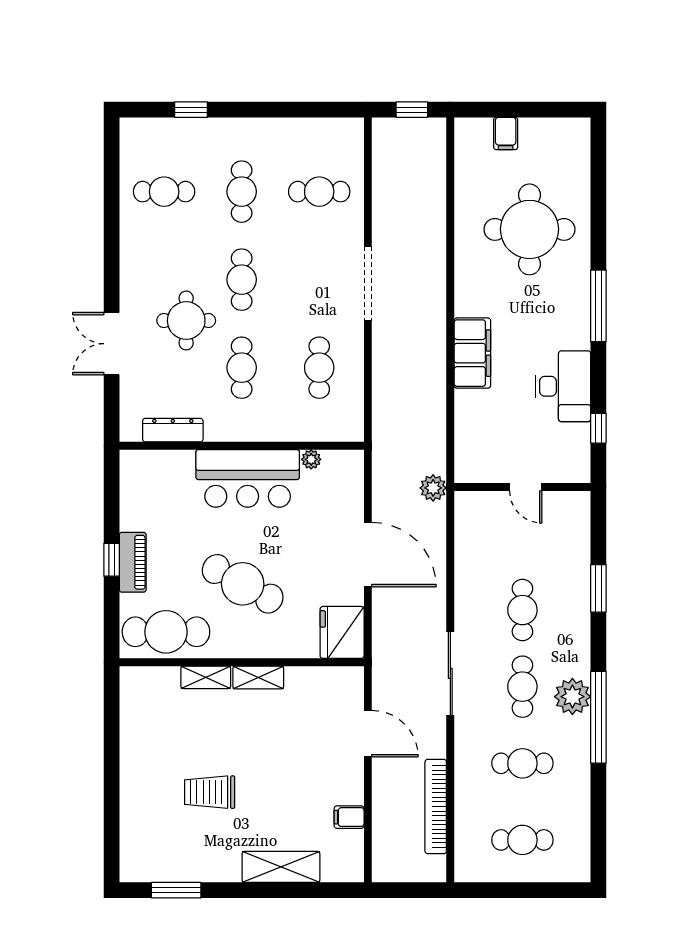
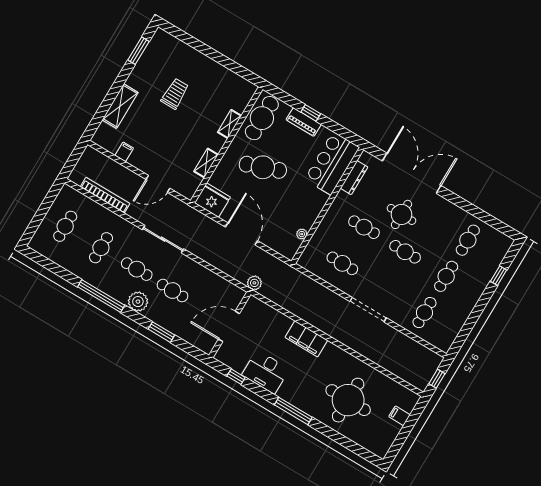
cafe table: (242, 192) -> (446, 276), turned 90
double door: (112, 344) -> (412, 173), width x1.87
bar counter: (248, 478) -> (332, 163), moved
door: (526, 487) -> (229, 326), width x1.87
door: (368, 555) -> (242, 234), swing flipped
cafe table: (243, 584) -> (263, 167), turned 41
shelving: (258, 677) -> (206, 163), moved
plant: (572, 697) -> (138, 302), moved

